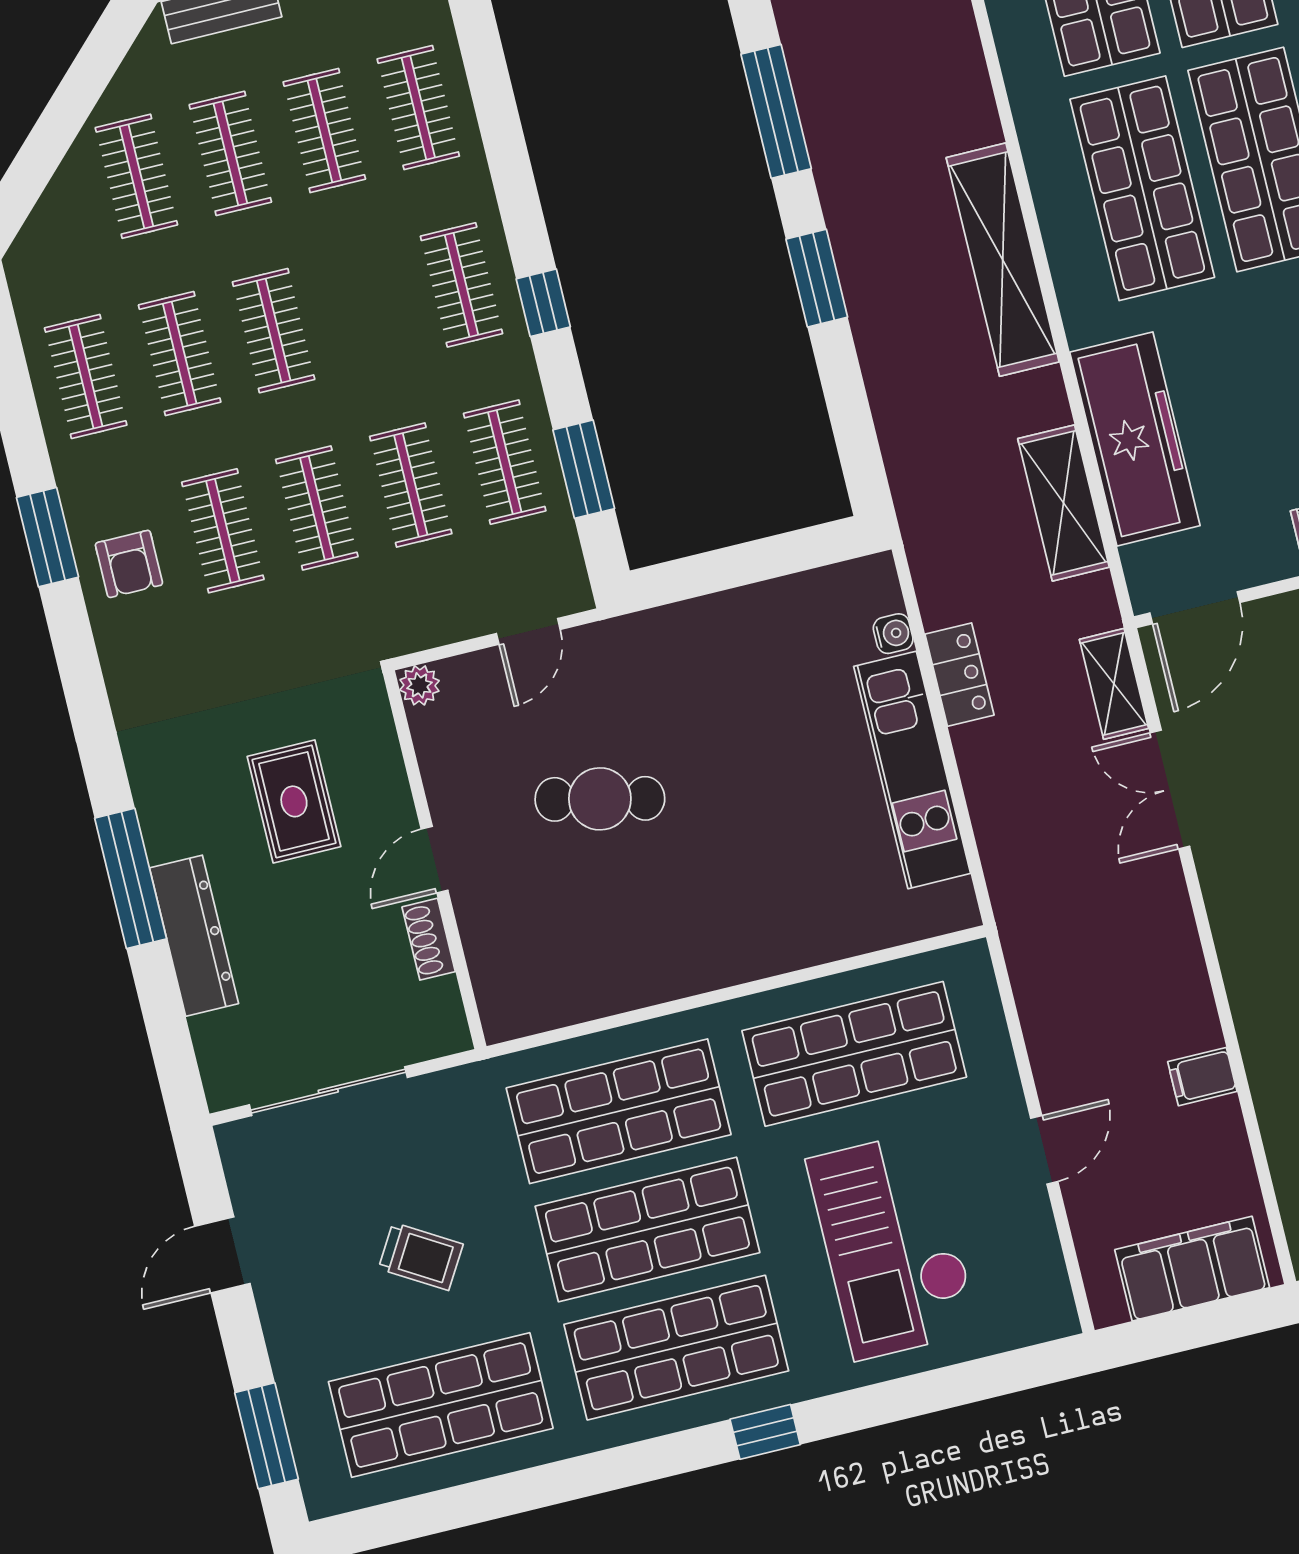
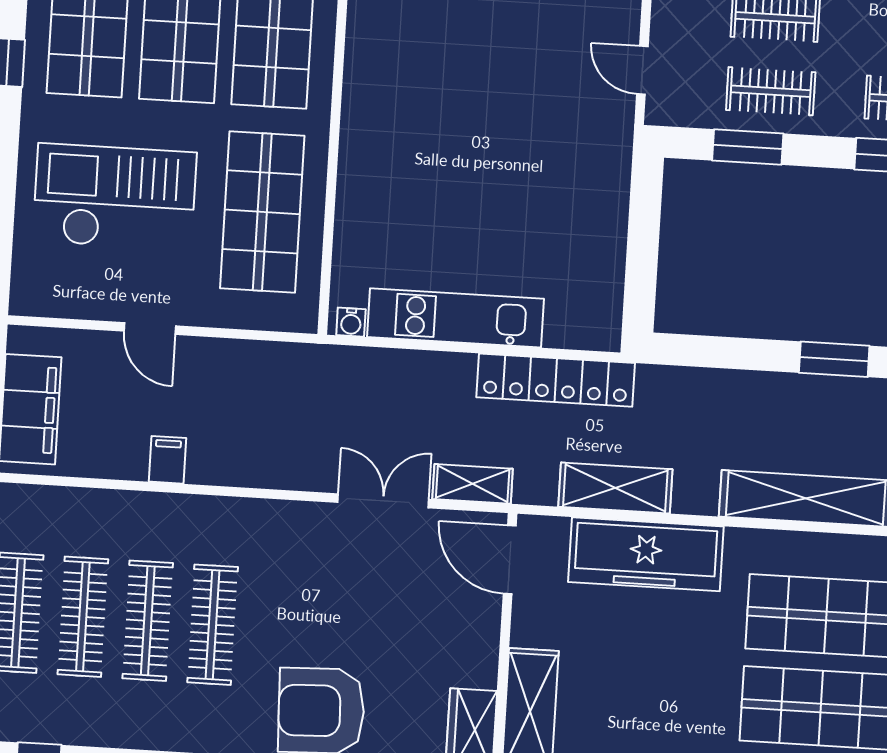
water cooler: (893, 634) -> (351, 322), moved
locker: (960, 675) -> (556, 380), width x2.16, depth x1.21
cafe table: (600, 799) -> (505, 85), removed

